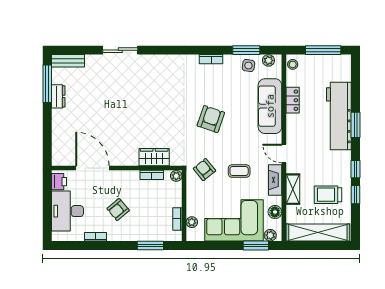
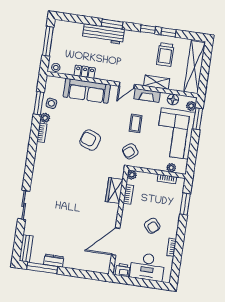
plant: (268, 60) -> (45, 118), moved
workbench: (339, 116) -> (103, 34), width x0.73, depth x0.76

